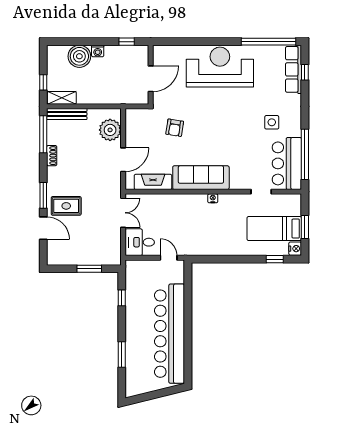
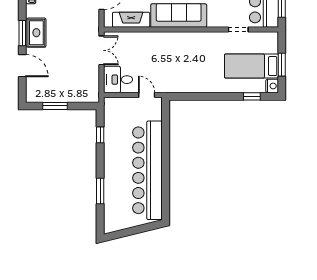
nightstand: (213, 198) -> (190, 36), removed
rug: (66, 206) -> (36, 33), moved, turned 90
window: (89, 269) -> (55, 106), moved

